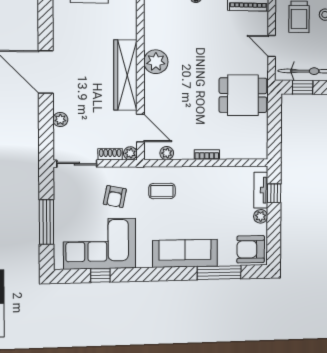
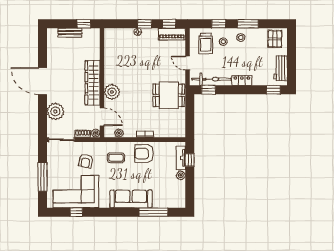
plant: (156, 62) -> (112, 92), moved
plant: (60, 120) -> (55, 111), width x1.88, depth x1.88
armchair: (251, 249) -> (144, 153), moved

